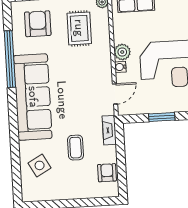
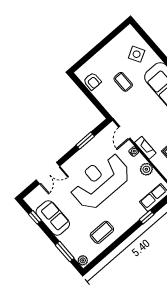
plant: (122, 52) -> (146, 169), moved
fireplace: (109, 130) -> (145, 148), moved

